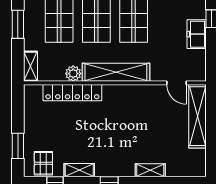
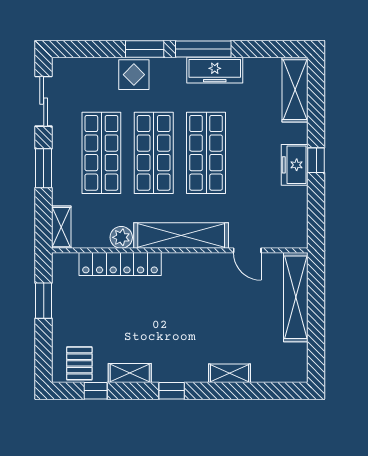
freezer: (197, 34) -> (295, 165), moved
door: (176, 83) -> (247, 250), moved
window: (18, 146) -> (44, 301), moved

